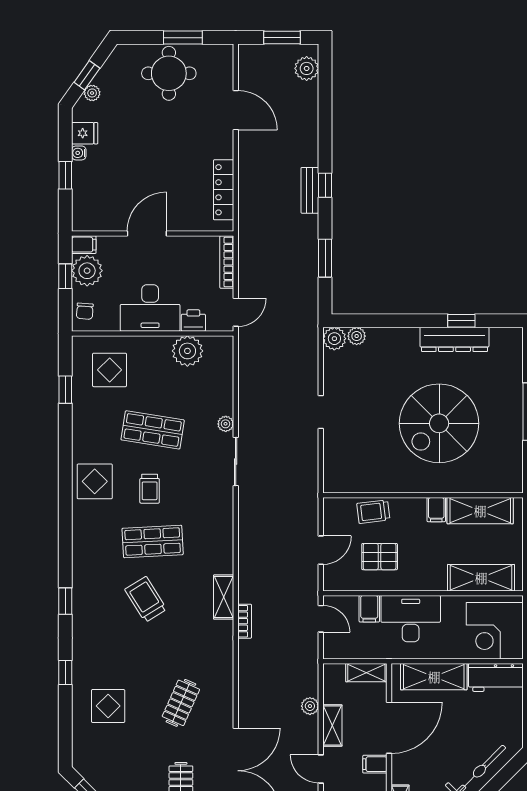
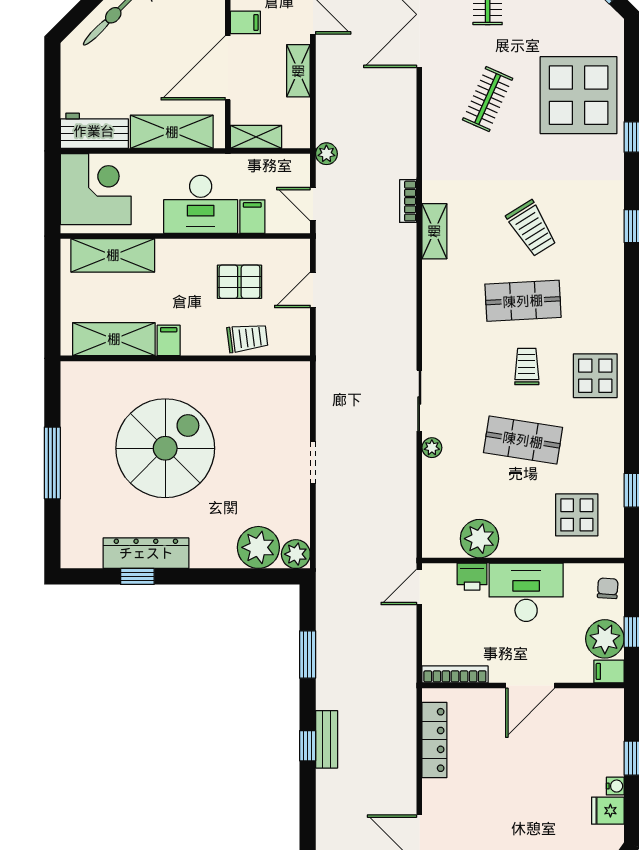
bookcase: (227, 262) -> (455, 674), moved, turned -90
plant: (357, 336) -> (258, 547), width x1.87, depth x1.87
display table: (108, 706) -> (579, 95), width x1.86, depth x1.86
plant: (310, 706) -> (326, 154), moved

